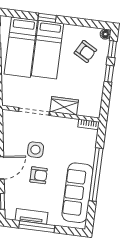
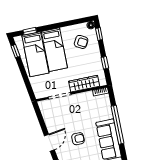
window: (47, 18) -> (30, 31), moved
window: (109, 74) -> (105, 63), moved
wardrobe: (64, 106) -> (84, 84), width x1.50
side table: (35, 150) -> (70, 122), removed

